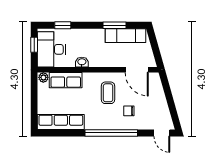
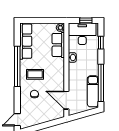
window: (115, 25) -> (101, 83), width x2.11
door: (137, 70) -> (66, 100), hinge flipped
coffee table: (108, 93) -> (35, 74), moved
window: (111, 133) -> (17, 66), moved

